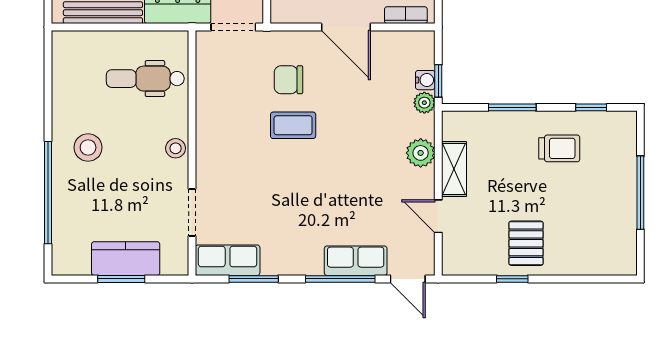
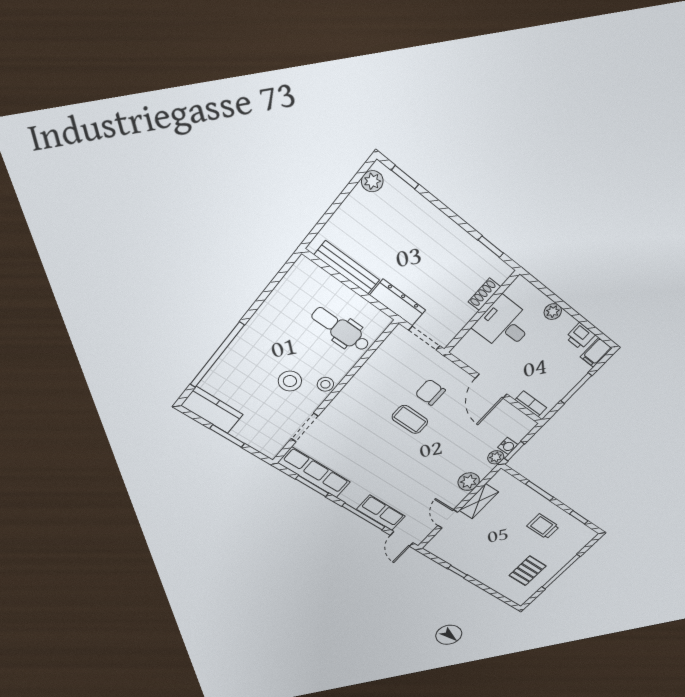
stool: (88, 147) -> (290, 381), moved
trolley: (559, 148) -> (543, 526), turned 180
pallet: (526, 243) -> (528, 571), moved
kitchen counter: (126, 259) -> (212, 410), moved
row of seats: (228, 260) -> (314, 473), width x1.48

